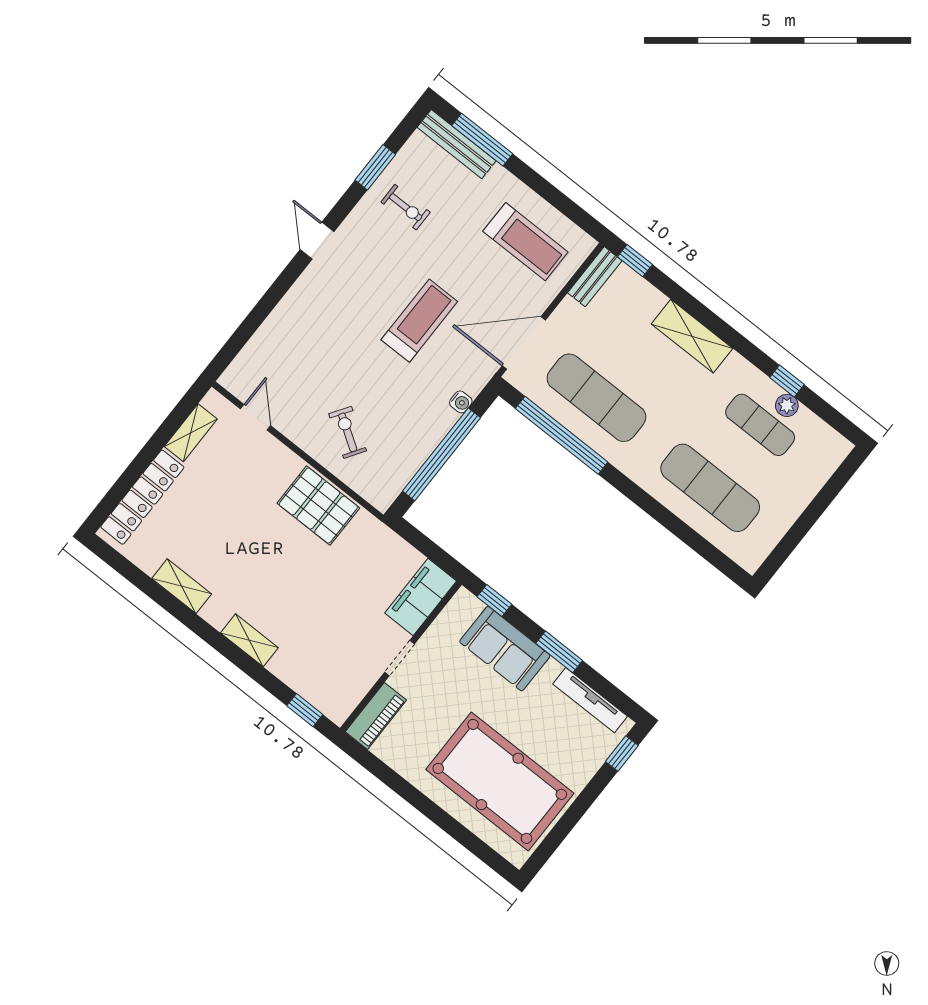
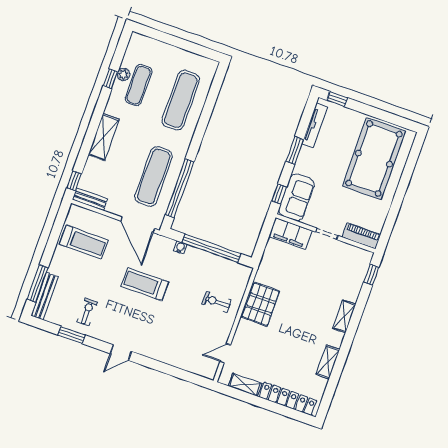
treadmill: (525, 242) -> (84, 242), turned 90
exercise bike: (348, 432) -> (217, 302), turned 57
sofa: (505, 649) -> (296, 197), moved

